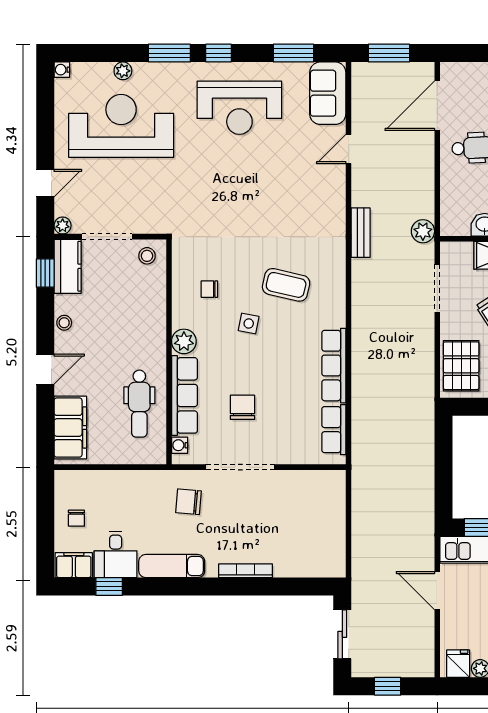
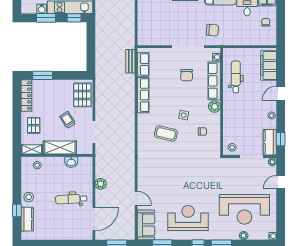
door: (349, 149) -> (136, 198), hinge flipped
plant: (423, 231) -> (101, 184), moved
bench: (361, 233) -> (130, 61), moved

